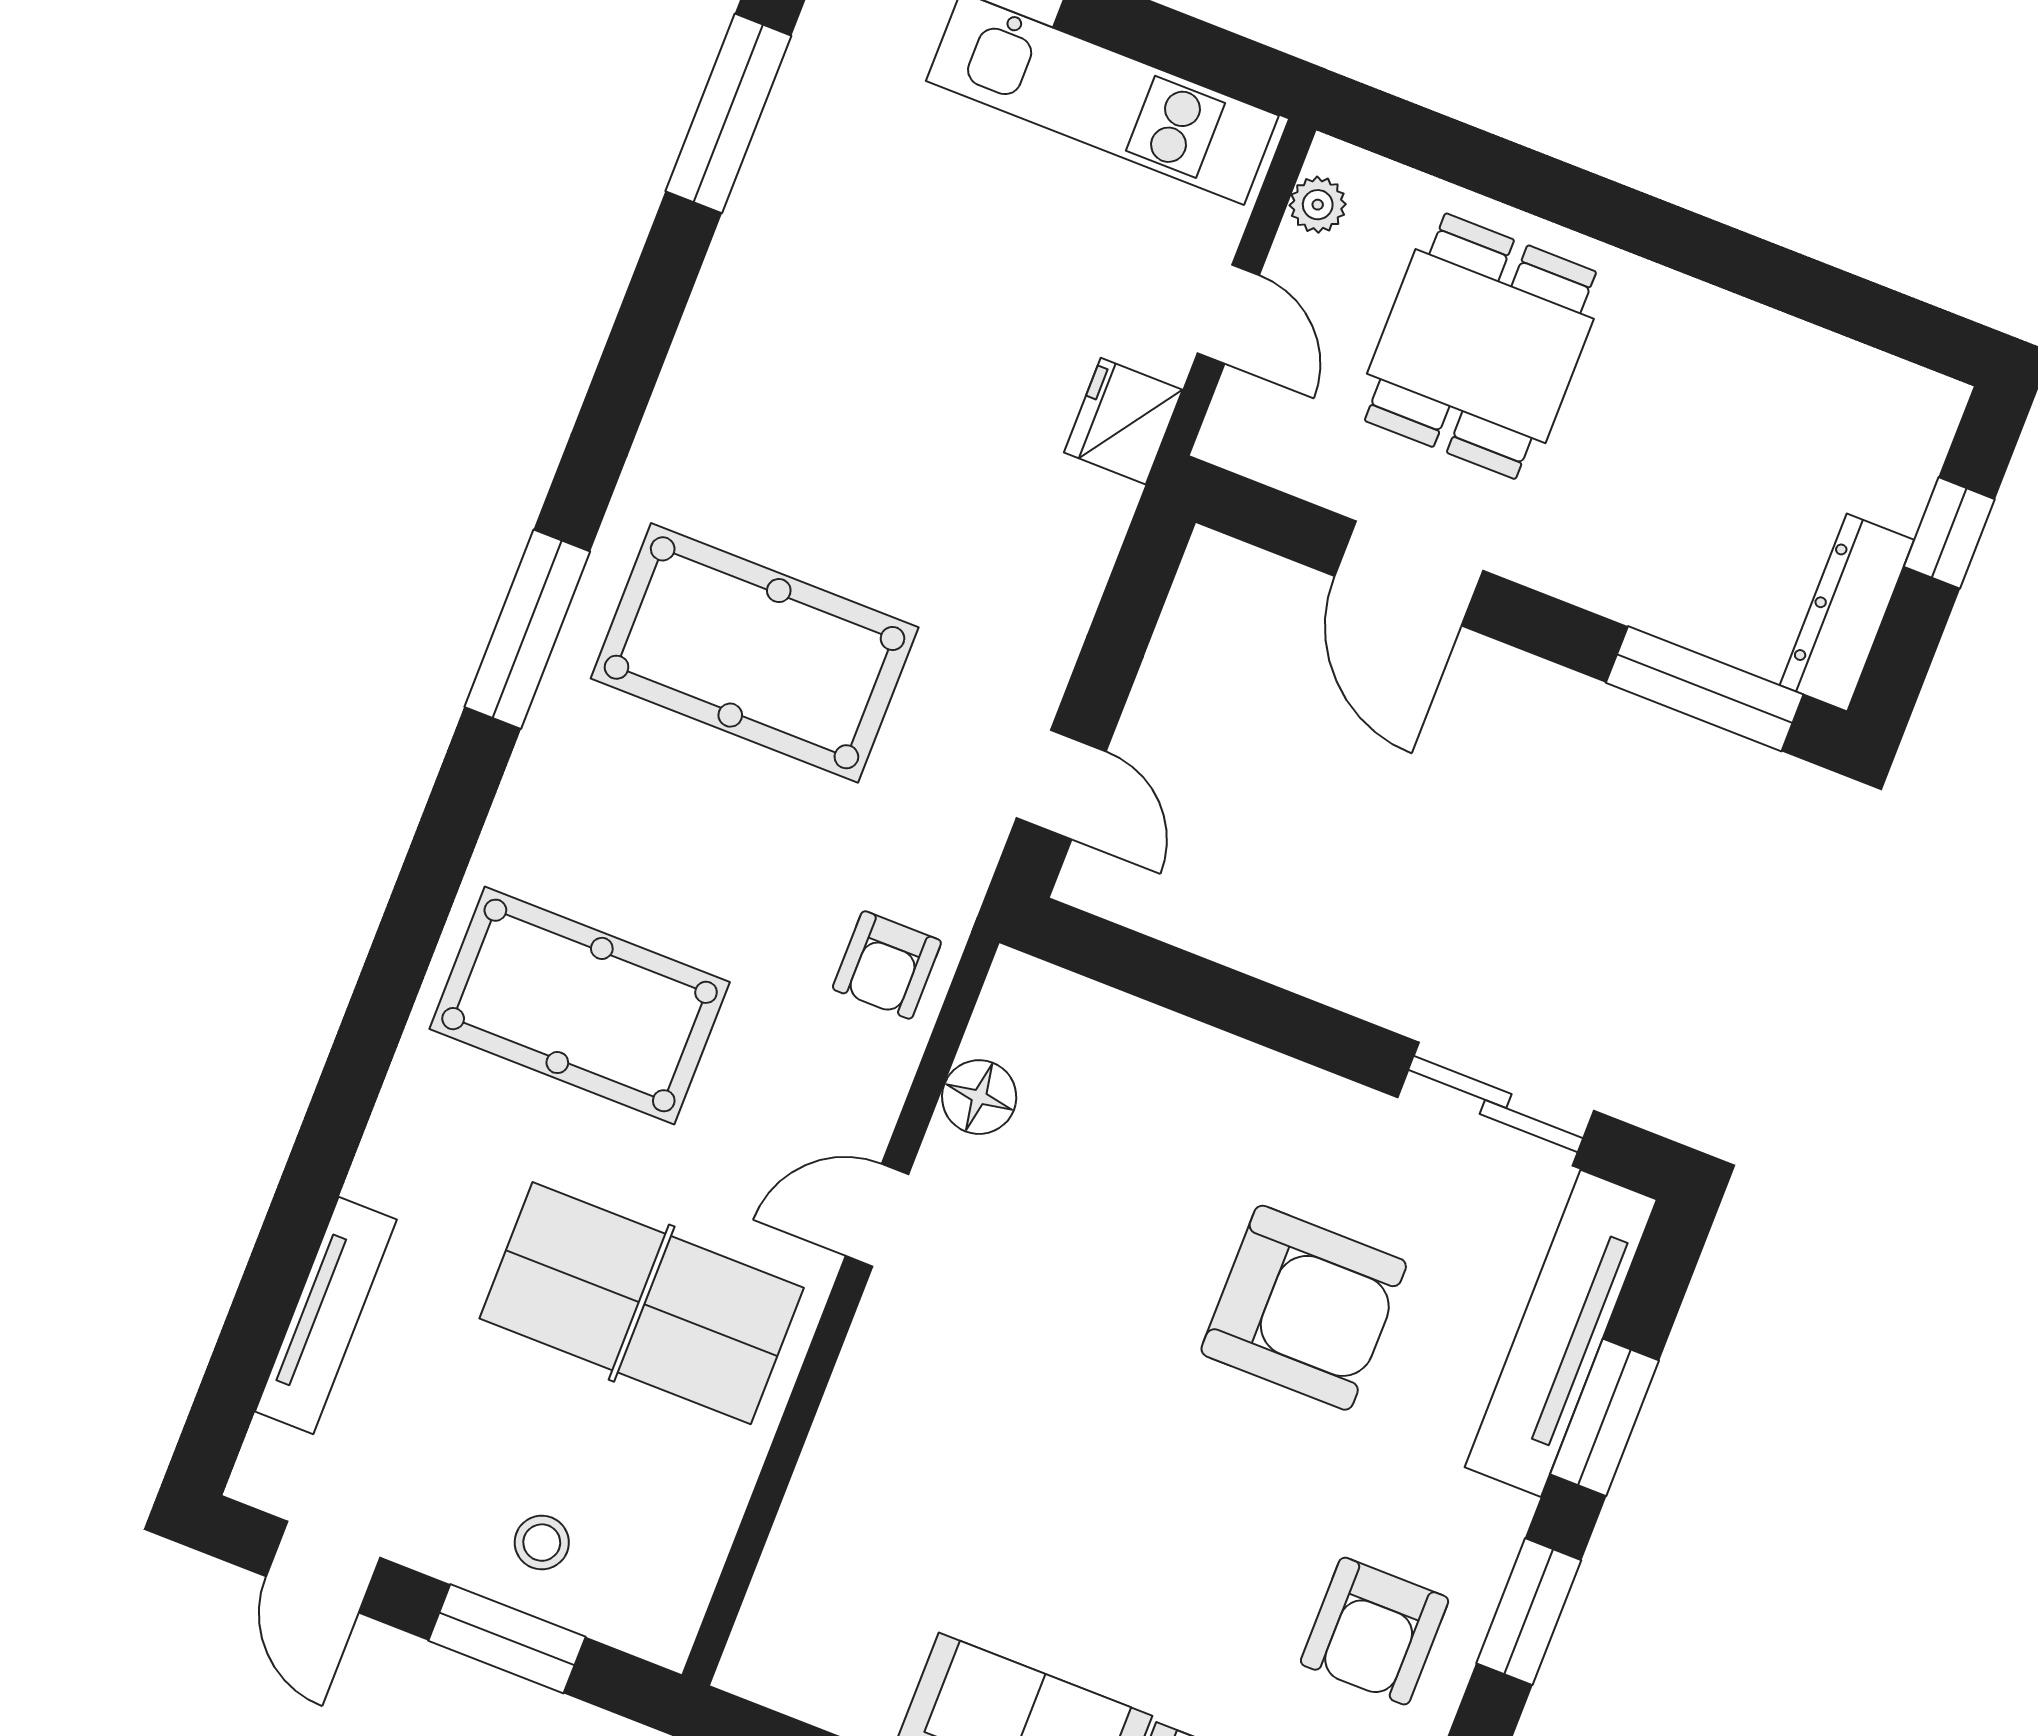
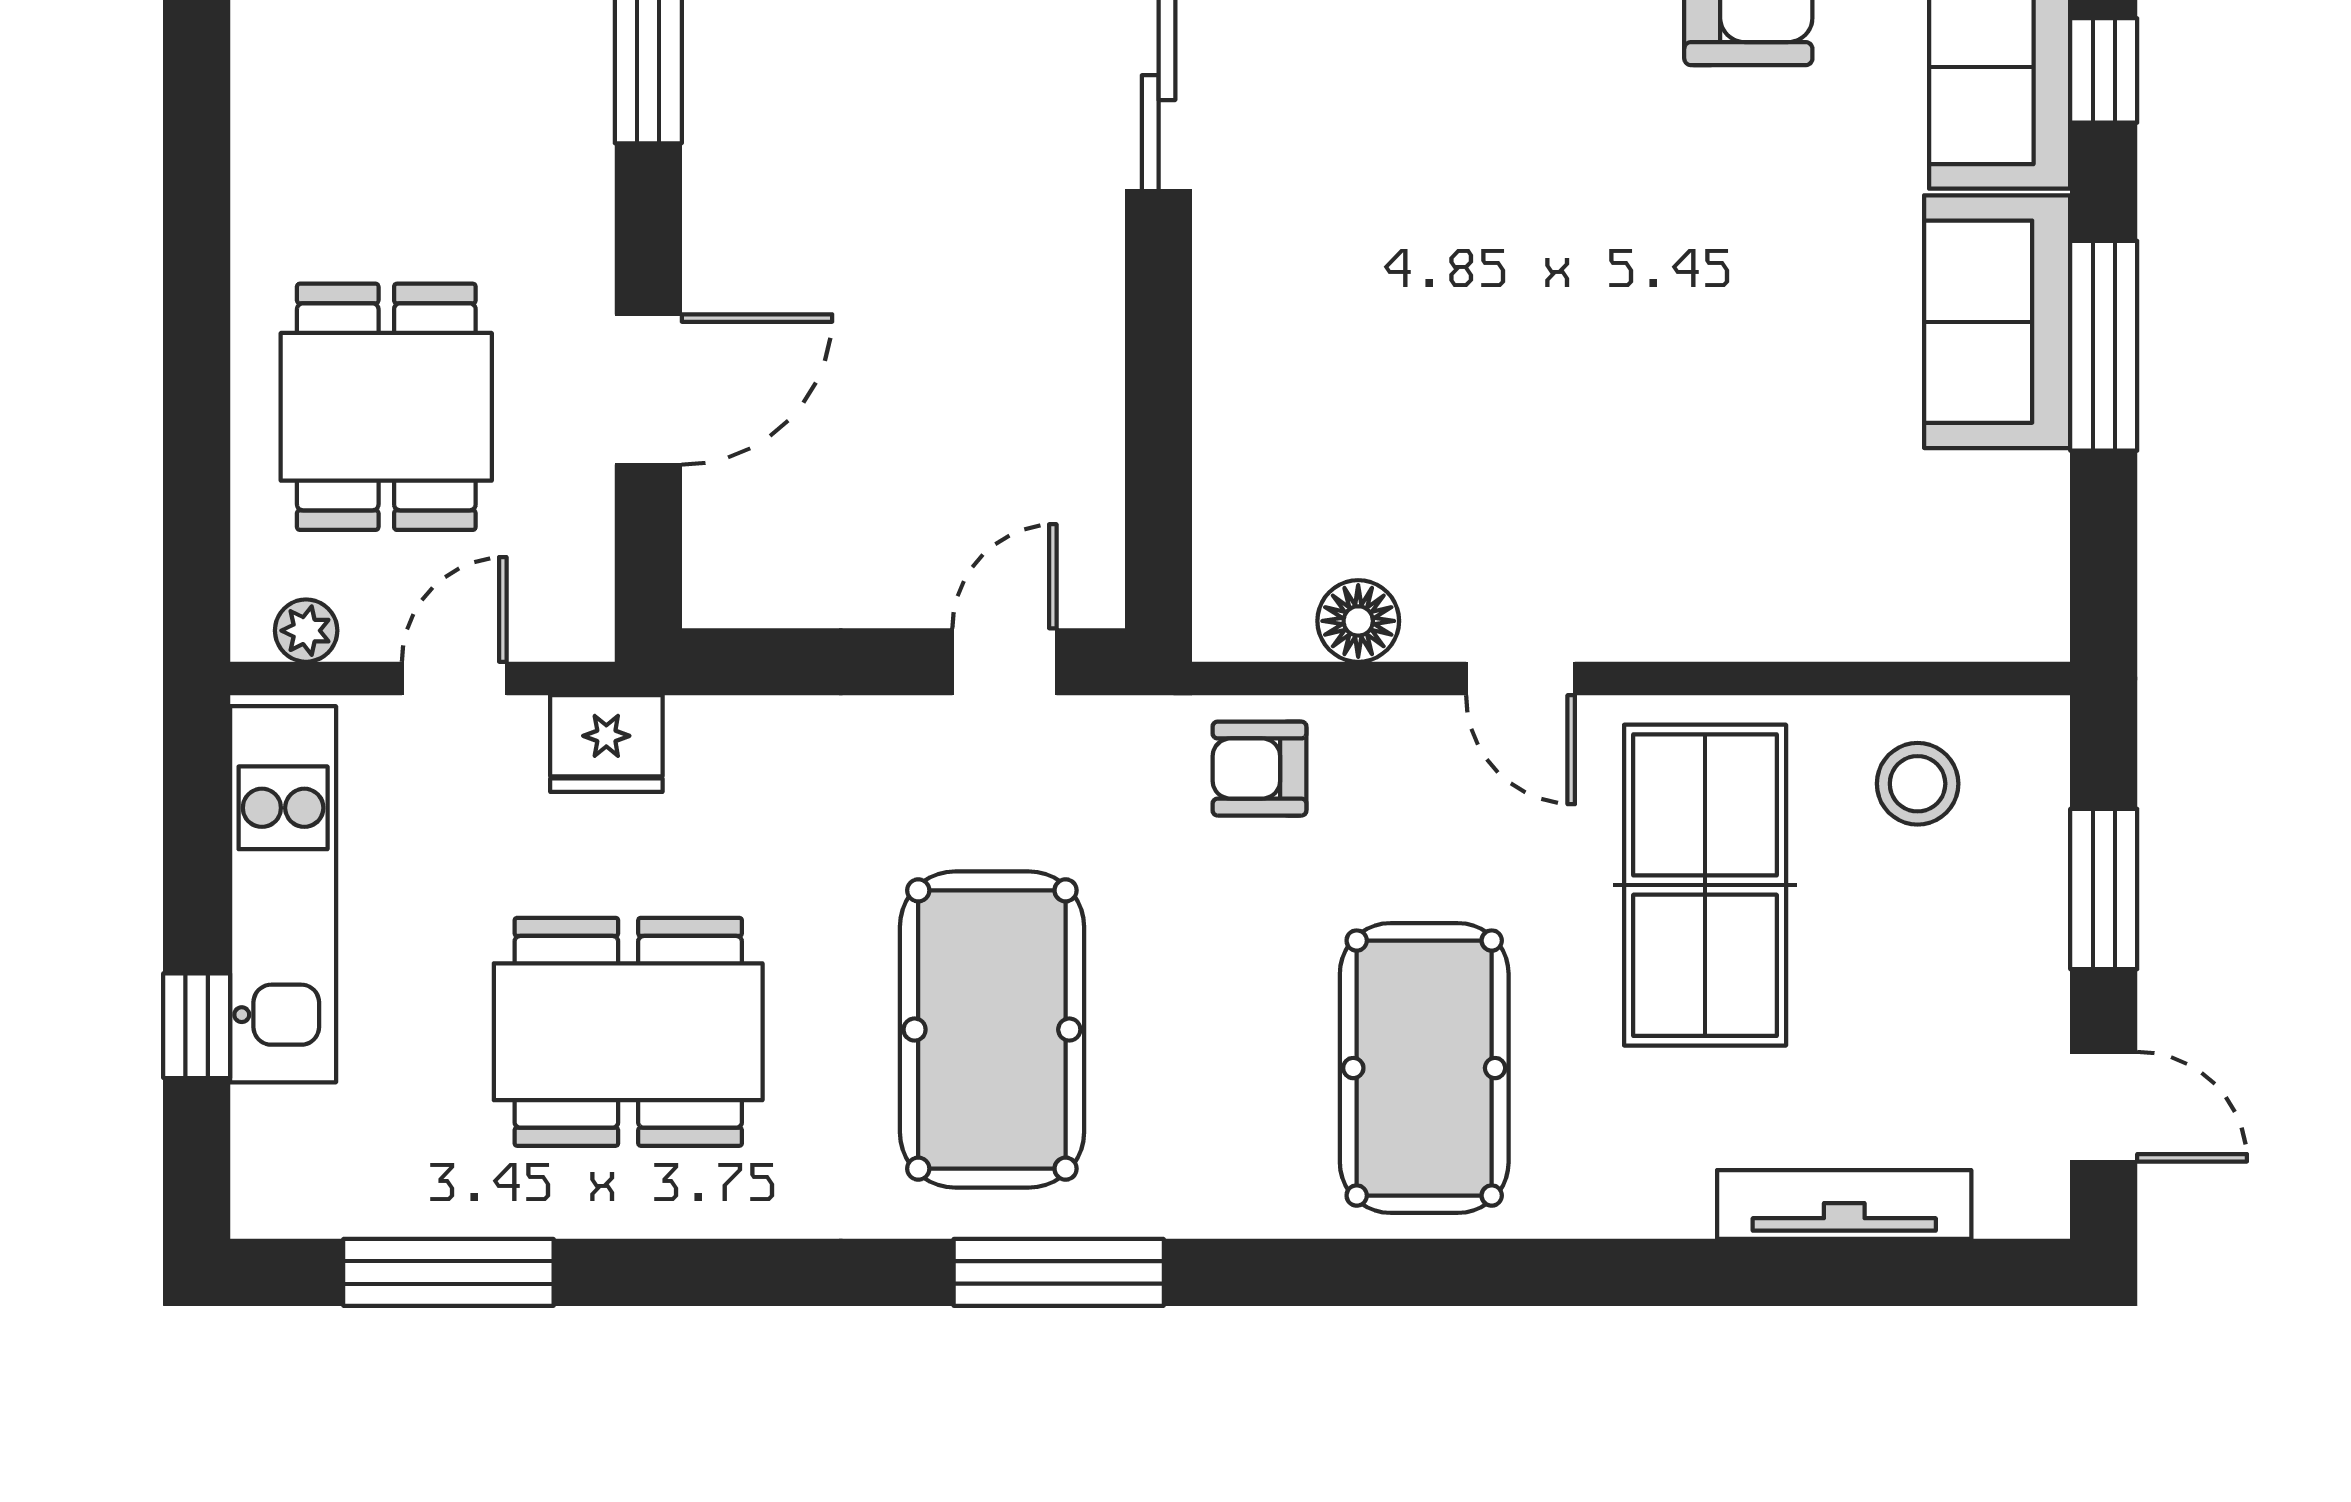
dining table: (872, 345) -> (628, 1032), added
dining table: (1480, 346) -> (386, 407), turned 90
armchair: (887, 965) -> (1260, 769), turned 180
armchair: (1304, 1308) -> (1445, 203), removed
stool: (542, 1543) -> (1918, 784), moved, width x1.37, depth x1.37
door: (323, 1567) -> (2104, 1107), hinge flipped

